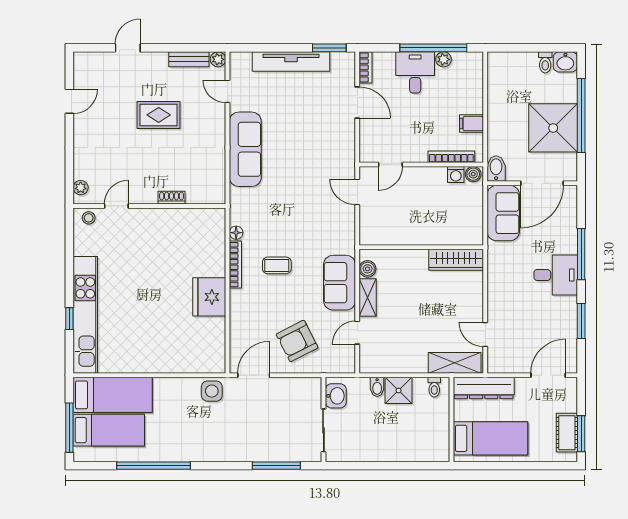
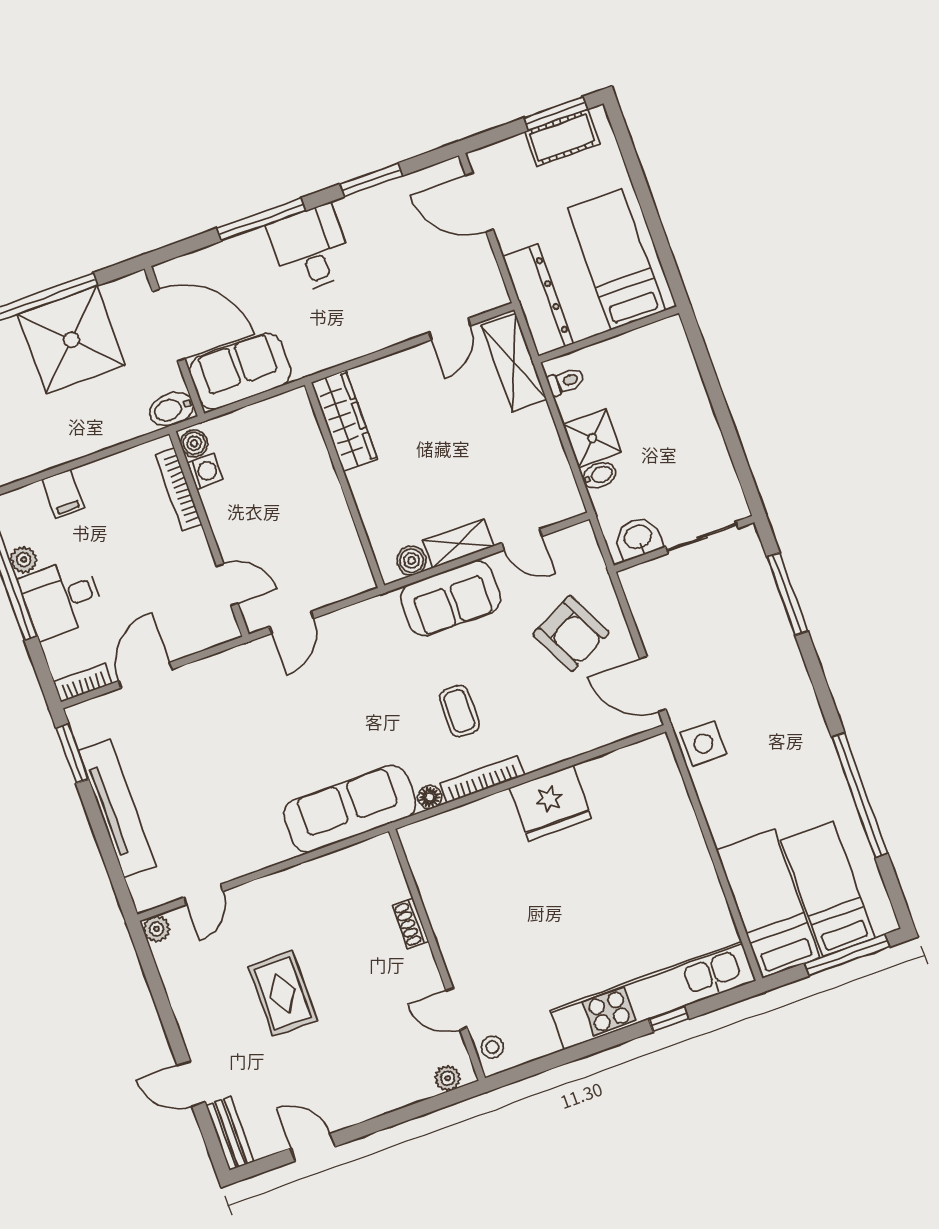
bench: (189, 59) -> (230, 1133), moved
filing cabinet: (472, 124) -> (63, 494), moved
sofa: (245, 149) -> (350, 809), moved

